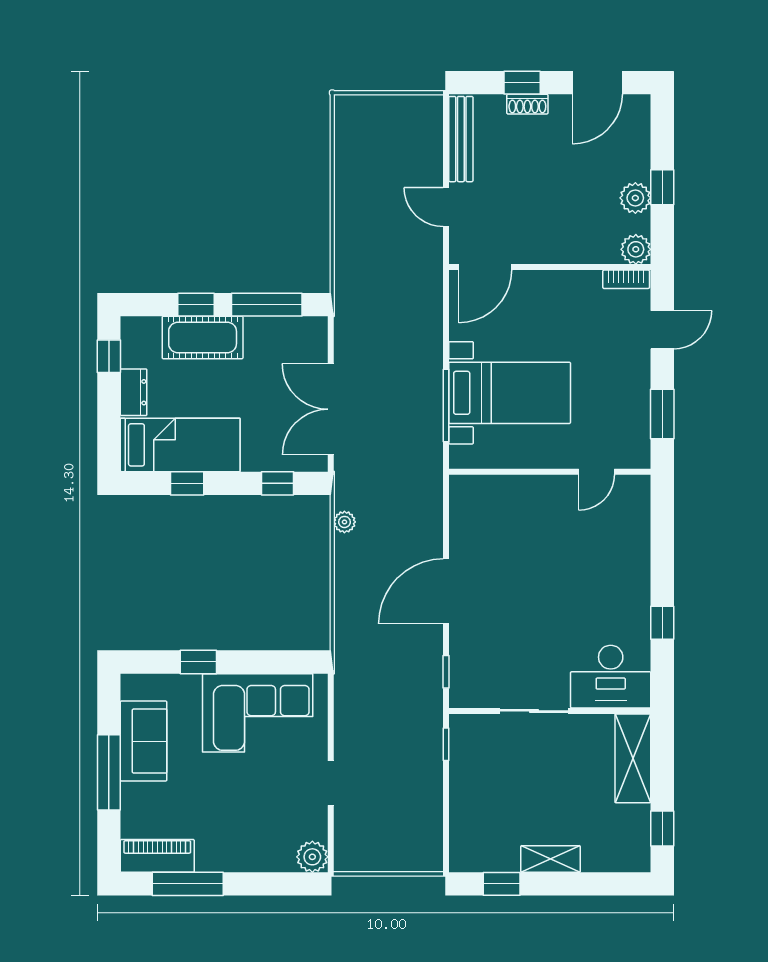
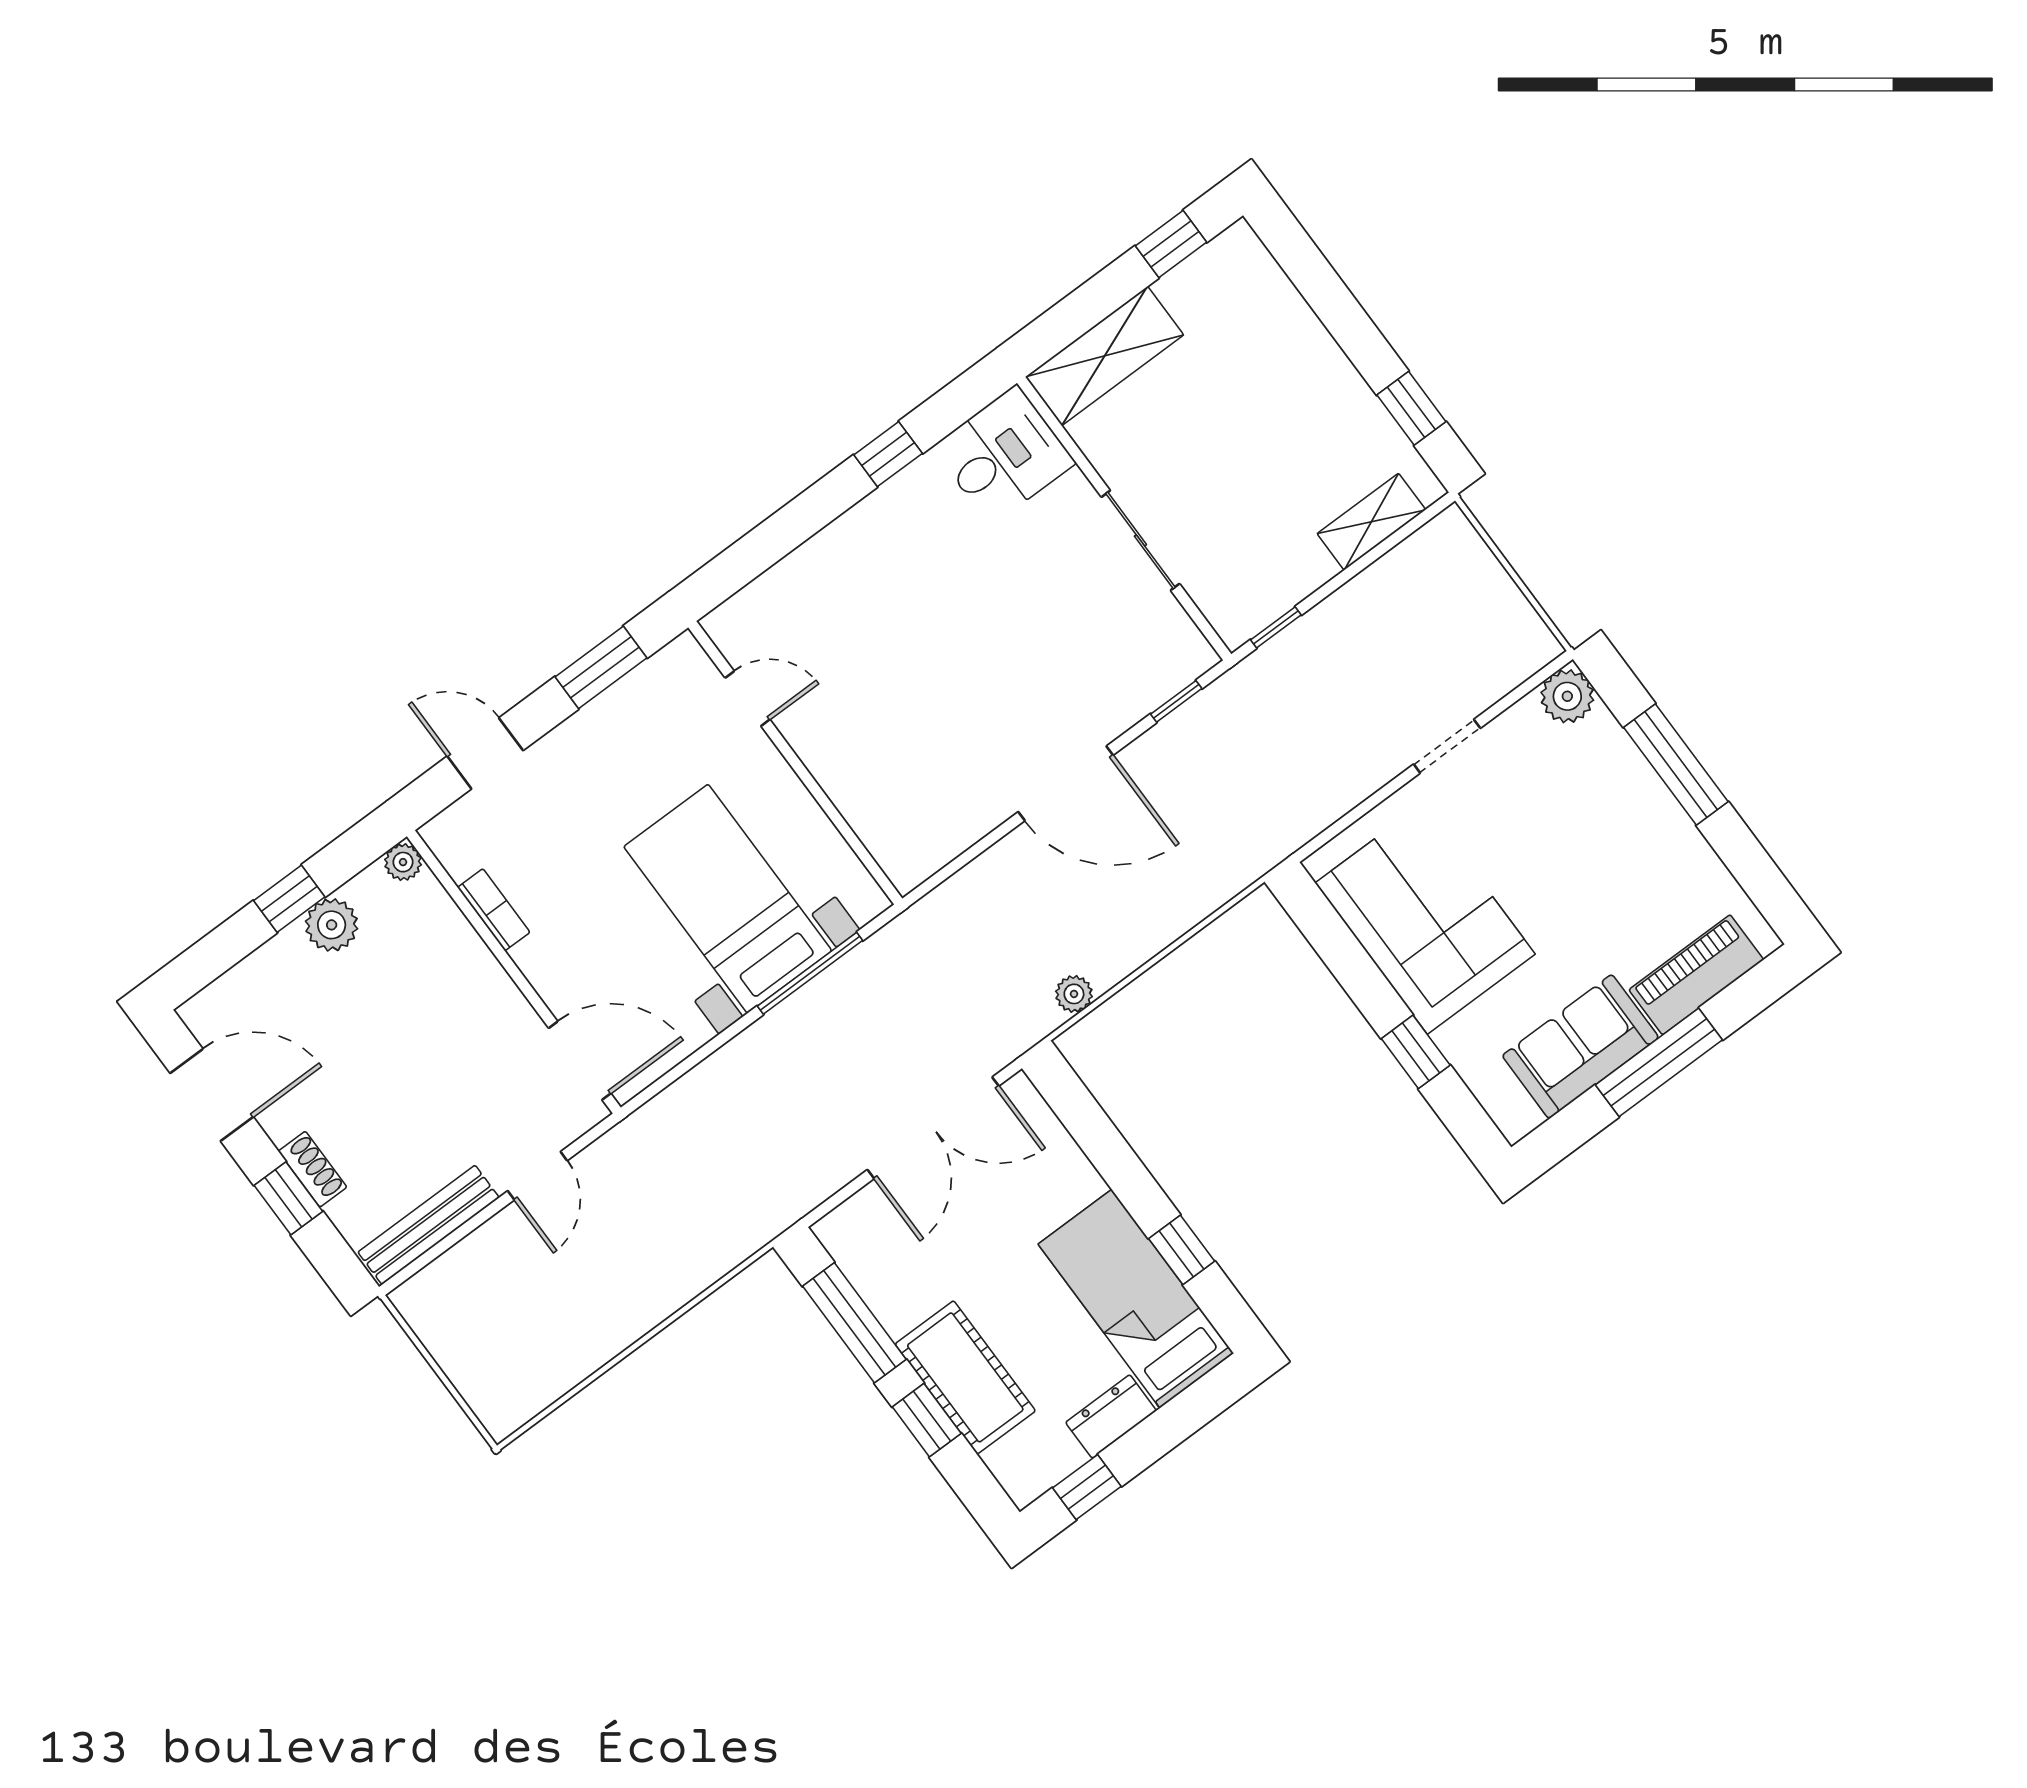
plant: (636, 249) -> (403, 862), width x0.73, depth x0.73
bookcase: (626, 279) -> (494, 910), moved
window: (278, 483) -> (1089, 1126), removed
desk: (611, 677) -> (1004, 455), width x0.73
piano: (157, 856) -> (1696, 975), moved, turned 90
shelving: (551, 859) -> (1371, 522), moved, turned 90
window: (188, 884) -> (1676, 765), moved

